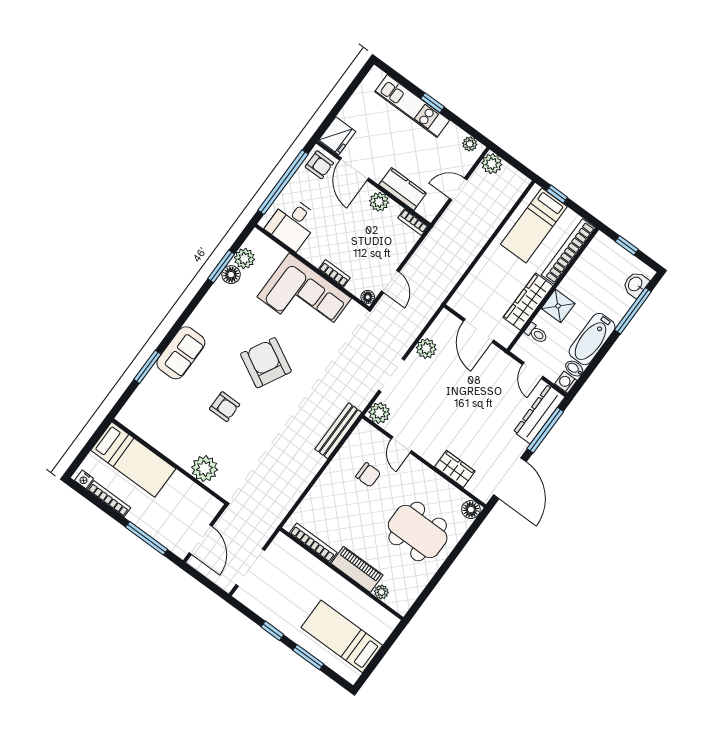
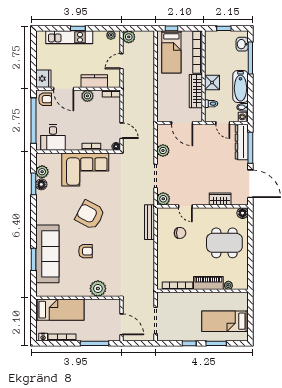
sofa: (181, 353) -> (47, 254), width x1.85, depth x1.27

